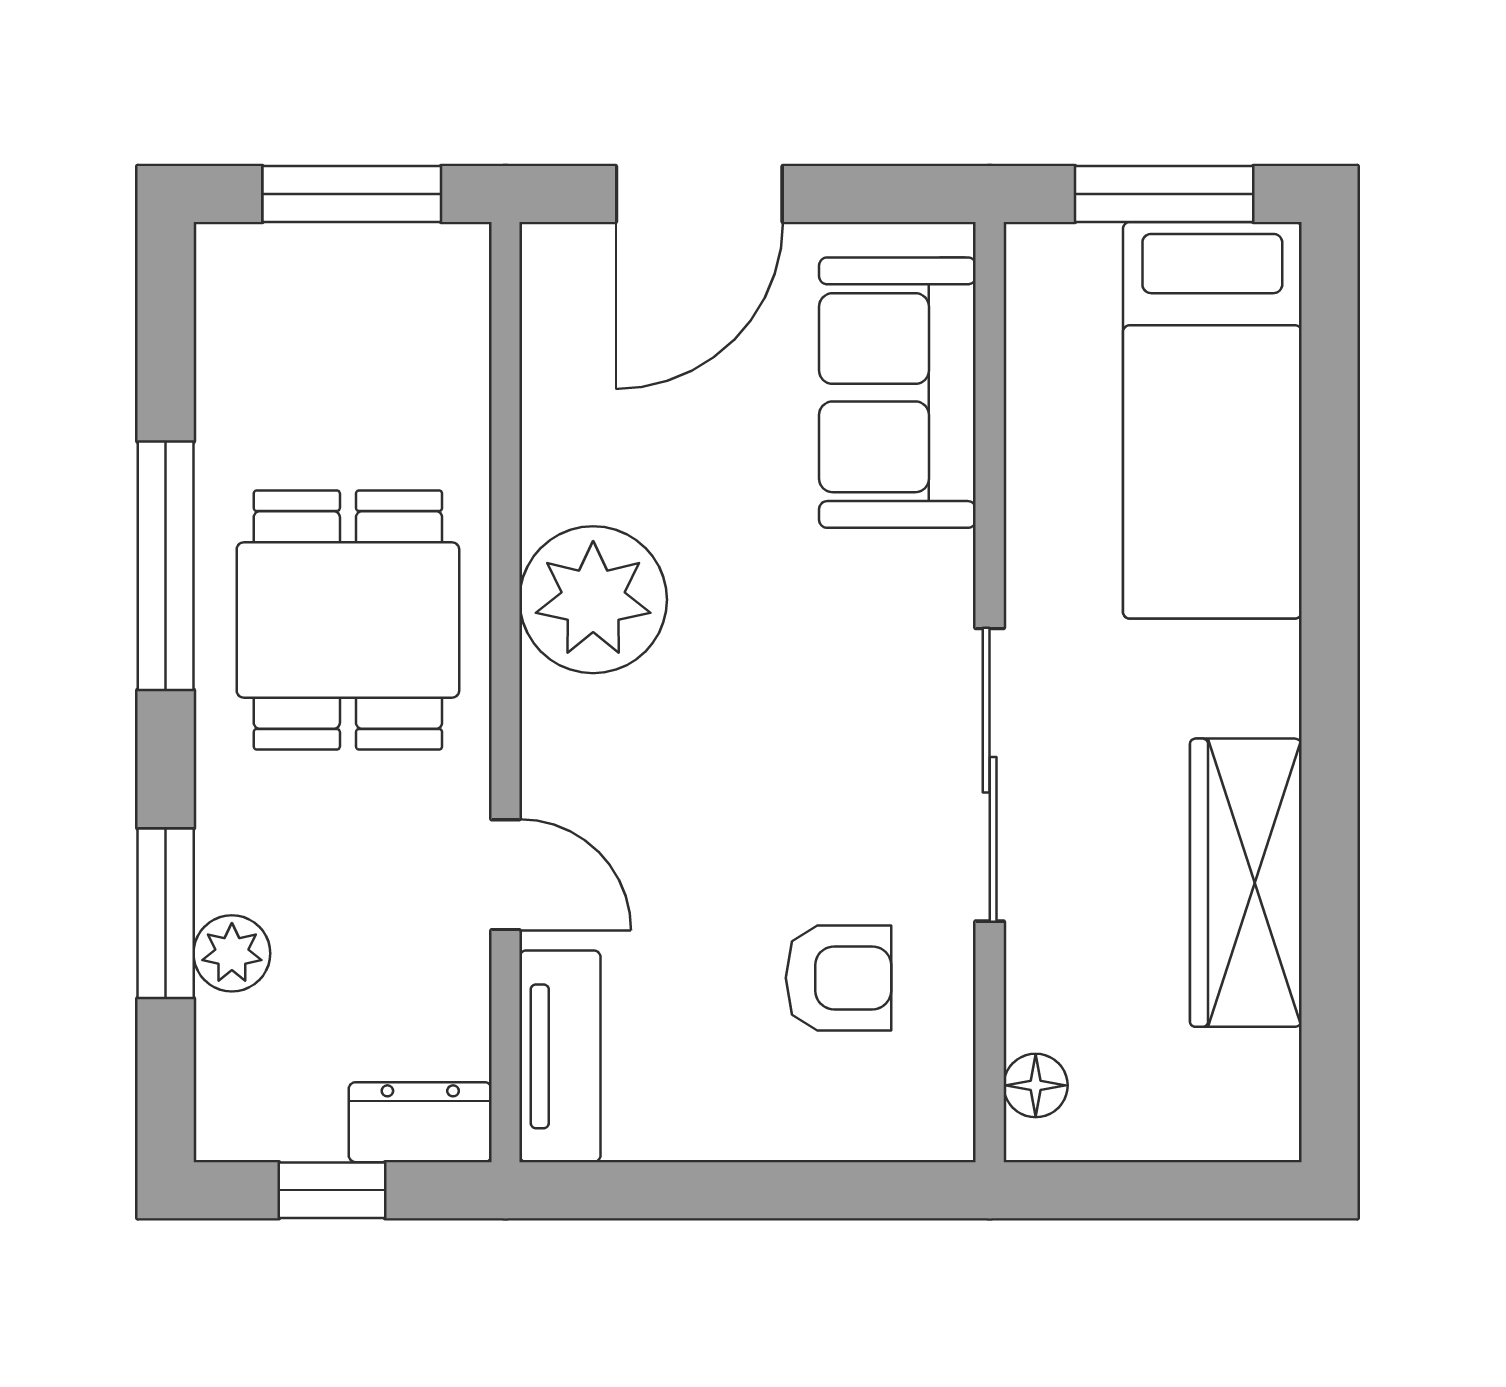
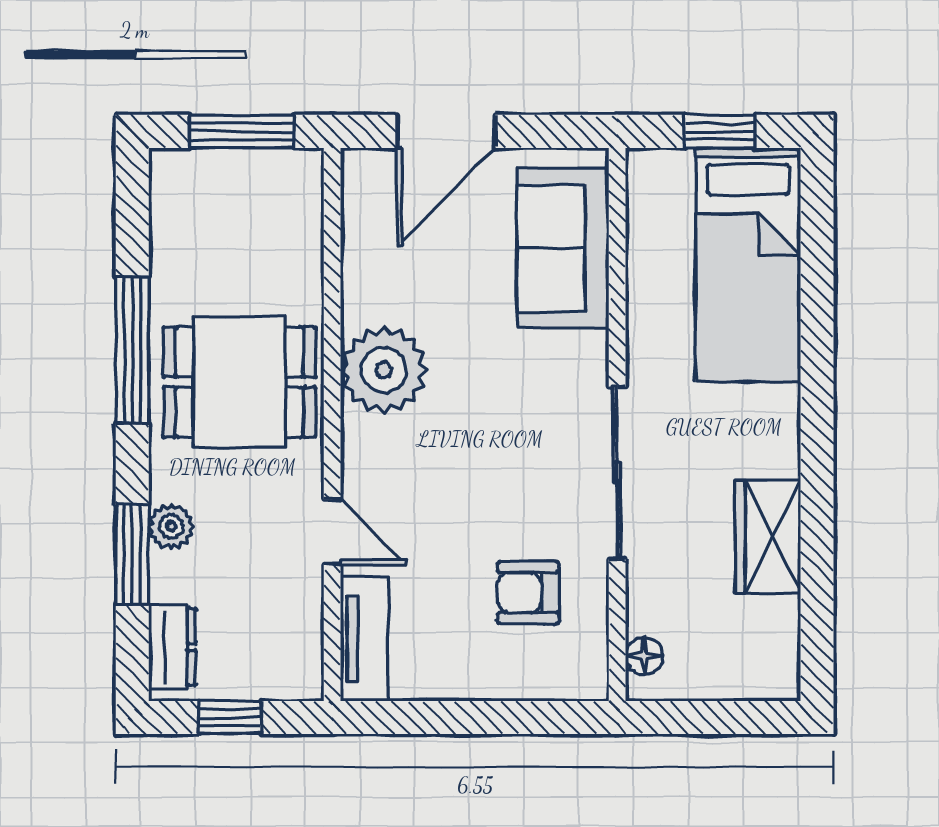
window: (1164, 194) -> (720, 131), width x0.67
dining table: (348, 620) -> (239, 382), turned 90
wardrobe: (1246, 883) -> (768, 537), width x0.67
plant: (232, 953) -> (171, 526), moved
armchair: (839, 978) -> (528, 593), turned 180
dresser: (420, 1122) -> (172, 647), moved, turned 90

